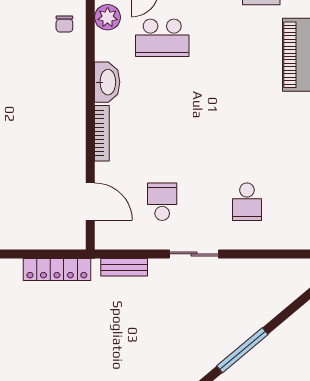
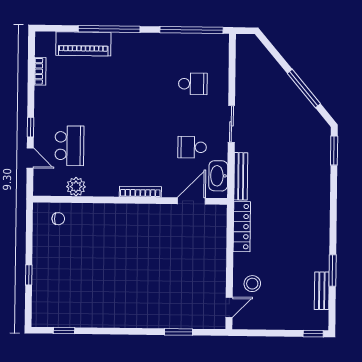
plant: (108, 17) -> (76, 187), moved
washbasin: (107, 82) -> (218, 176), moved, turned -90
bench: (124, 267) -> (241, 176), width x1.36

